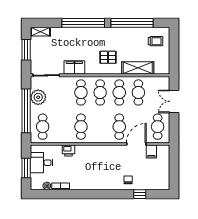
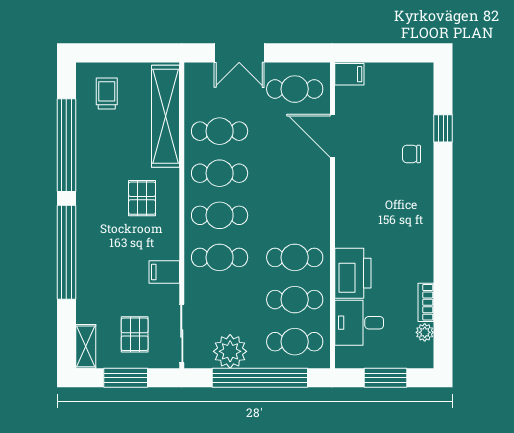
pallet: (46, 54) -> (135, 334), added
filing cabinet: (74, 67) -> (164, 272), width x0.50
shelving: (138, 68) -> (165, 116), width x1.47
cafe table: (119, 127) -> (295, 300), moved
printer: (68, 150) -> (353, 273), width x1.87, depth x1.48
filing cabinet: (151, 152) -> (349, 74), moved
desk: (42, 163) -> (359, 323), moved, turned 90

